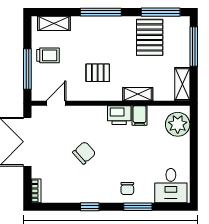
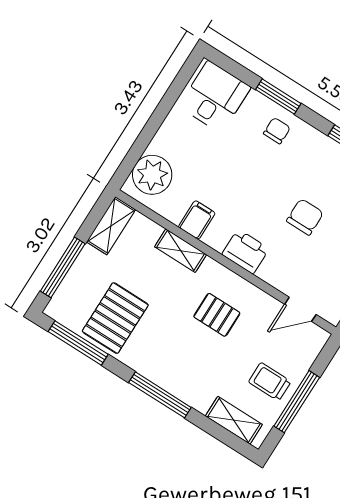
window: (27, 69) -> (297, 402), moved
printer: (119, 115) -> (245, 252), moved
chair: (84, 153) -> (305, 217), turned 132

